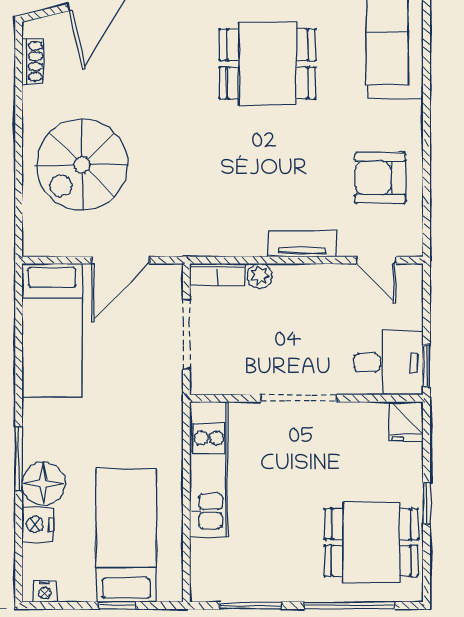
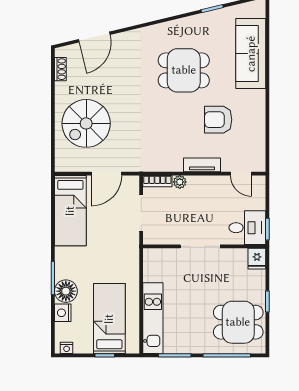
armchair: (380, 178) -> (218, 120), moved
kitchen unit: (209, 469) -> (153, 318), moved

